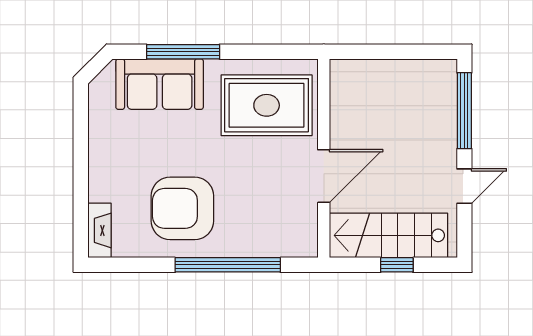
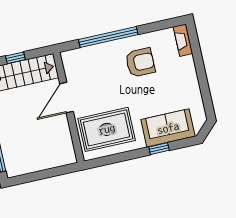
window: (183, 52) -> (159, 149), width x0.46
armchair: (182, 208) -> (140, 62), width x0.73, depth x0.73

